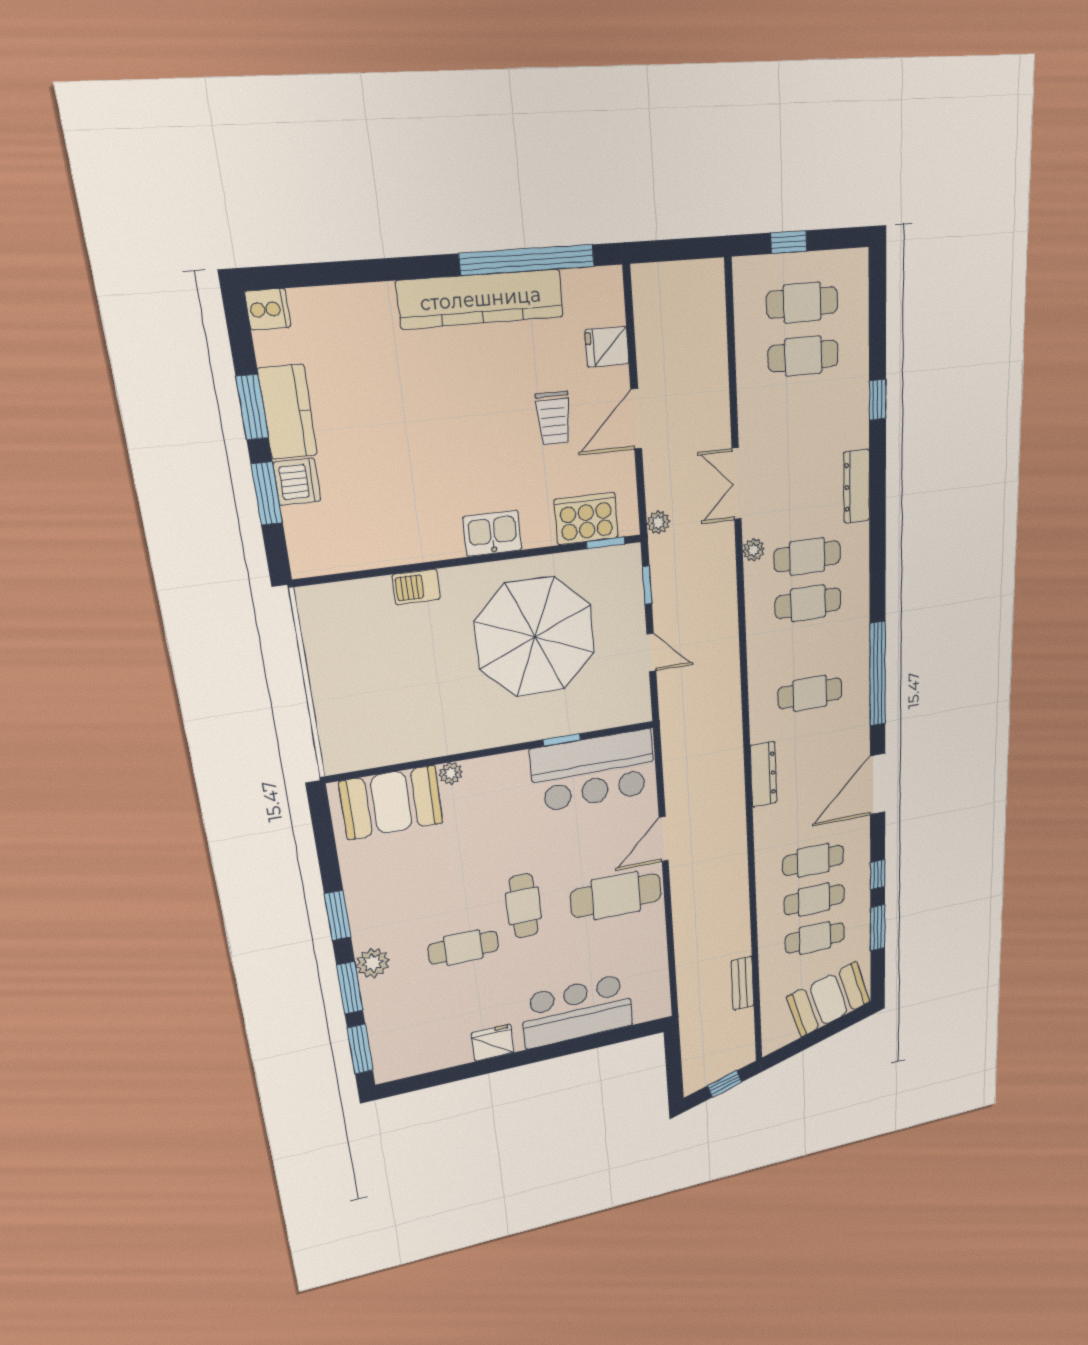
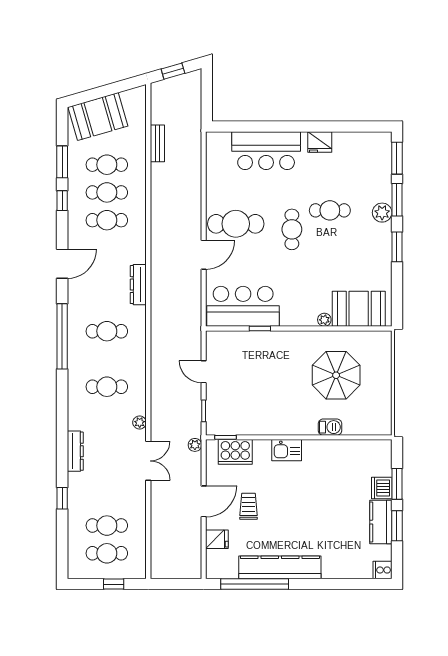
cafe table: (807, 556) -> (107, 414), removed
parasol: (535, 637) -> (336, 375), moved, width x0.73, depth x0.73
door: (878, 784) -> (62, 264), width x0.73

